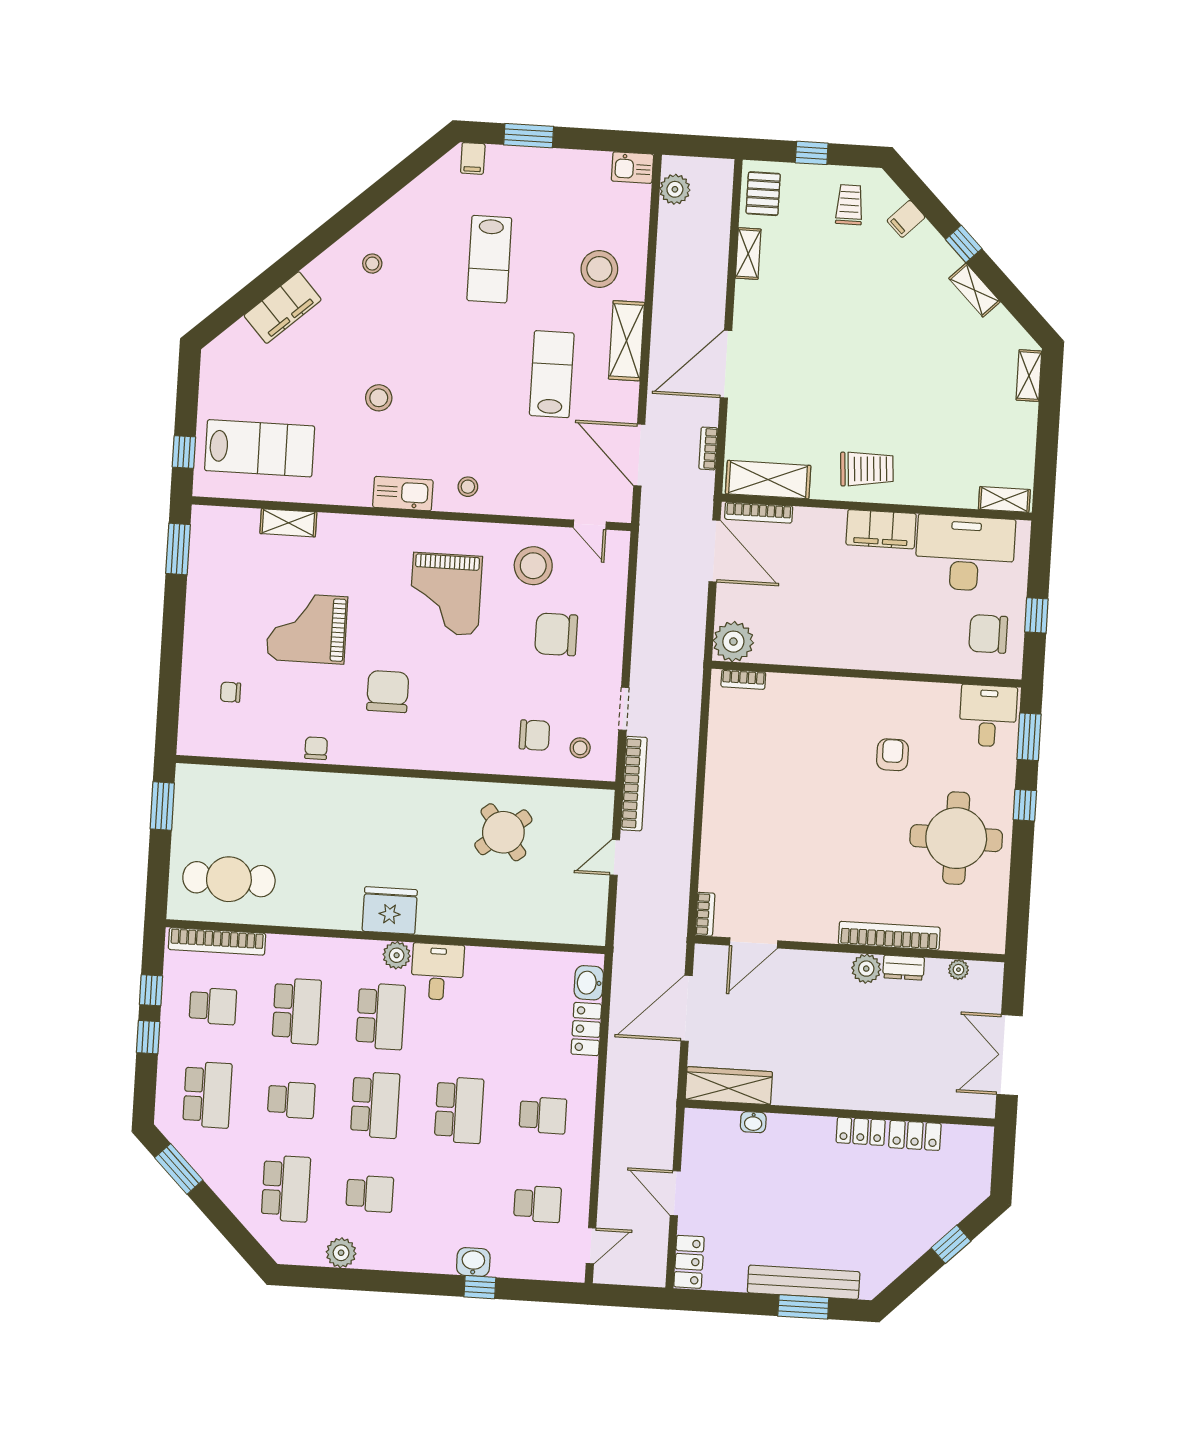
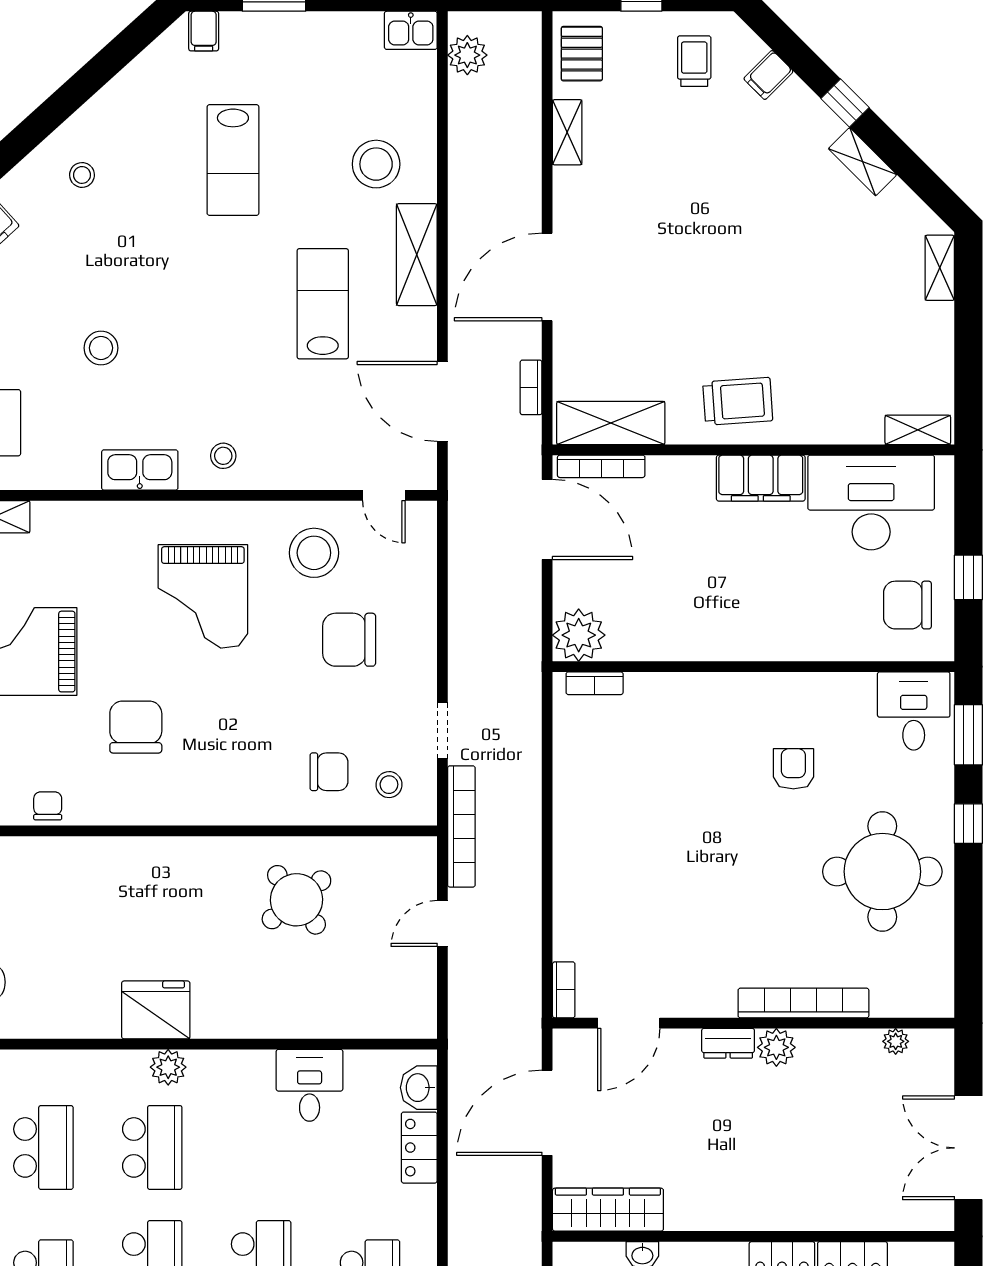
dresser: (904, 968) -> (728, 1043), moved
desk: (437, 972) -> (310, 1085), moved

